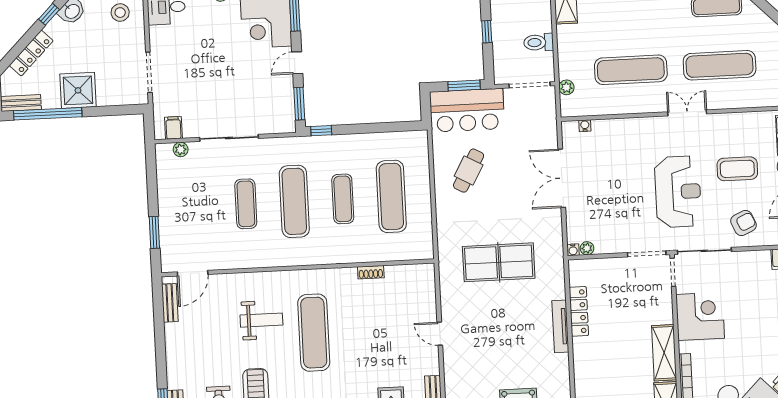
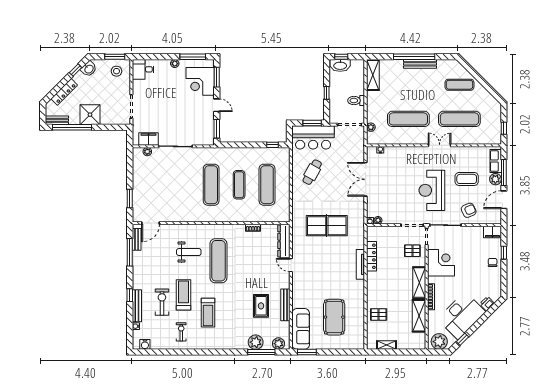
door: (297, 63) -> (217, 105), swing flipped
filing cabinet: (173, 128) -> (149, 139), width x2.00
window: (321, 131) -> (273, 145), moved
reception desk: (678, 192) -> (432, 190), turned 180
exercise mat: (246, 204) -> (183, 185), removed
dresser: (426, 292) -> (284, 241), added
pallet: (649, 298) -> (412, 251), added
window: (159, 326) -> (130, 252), added

